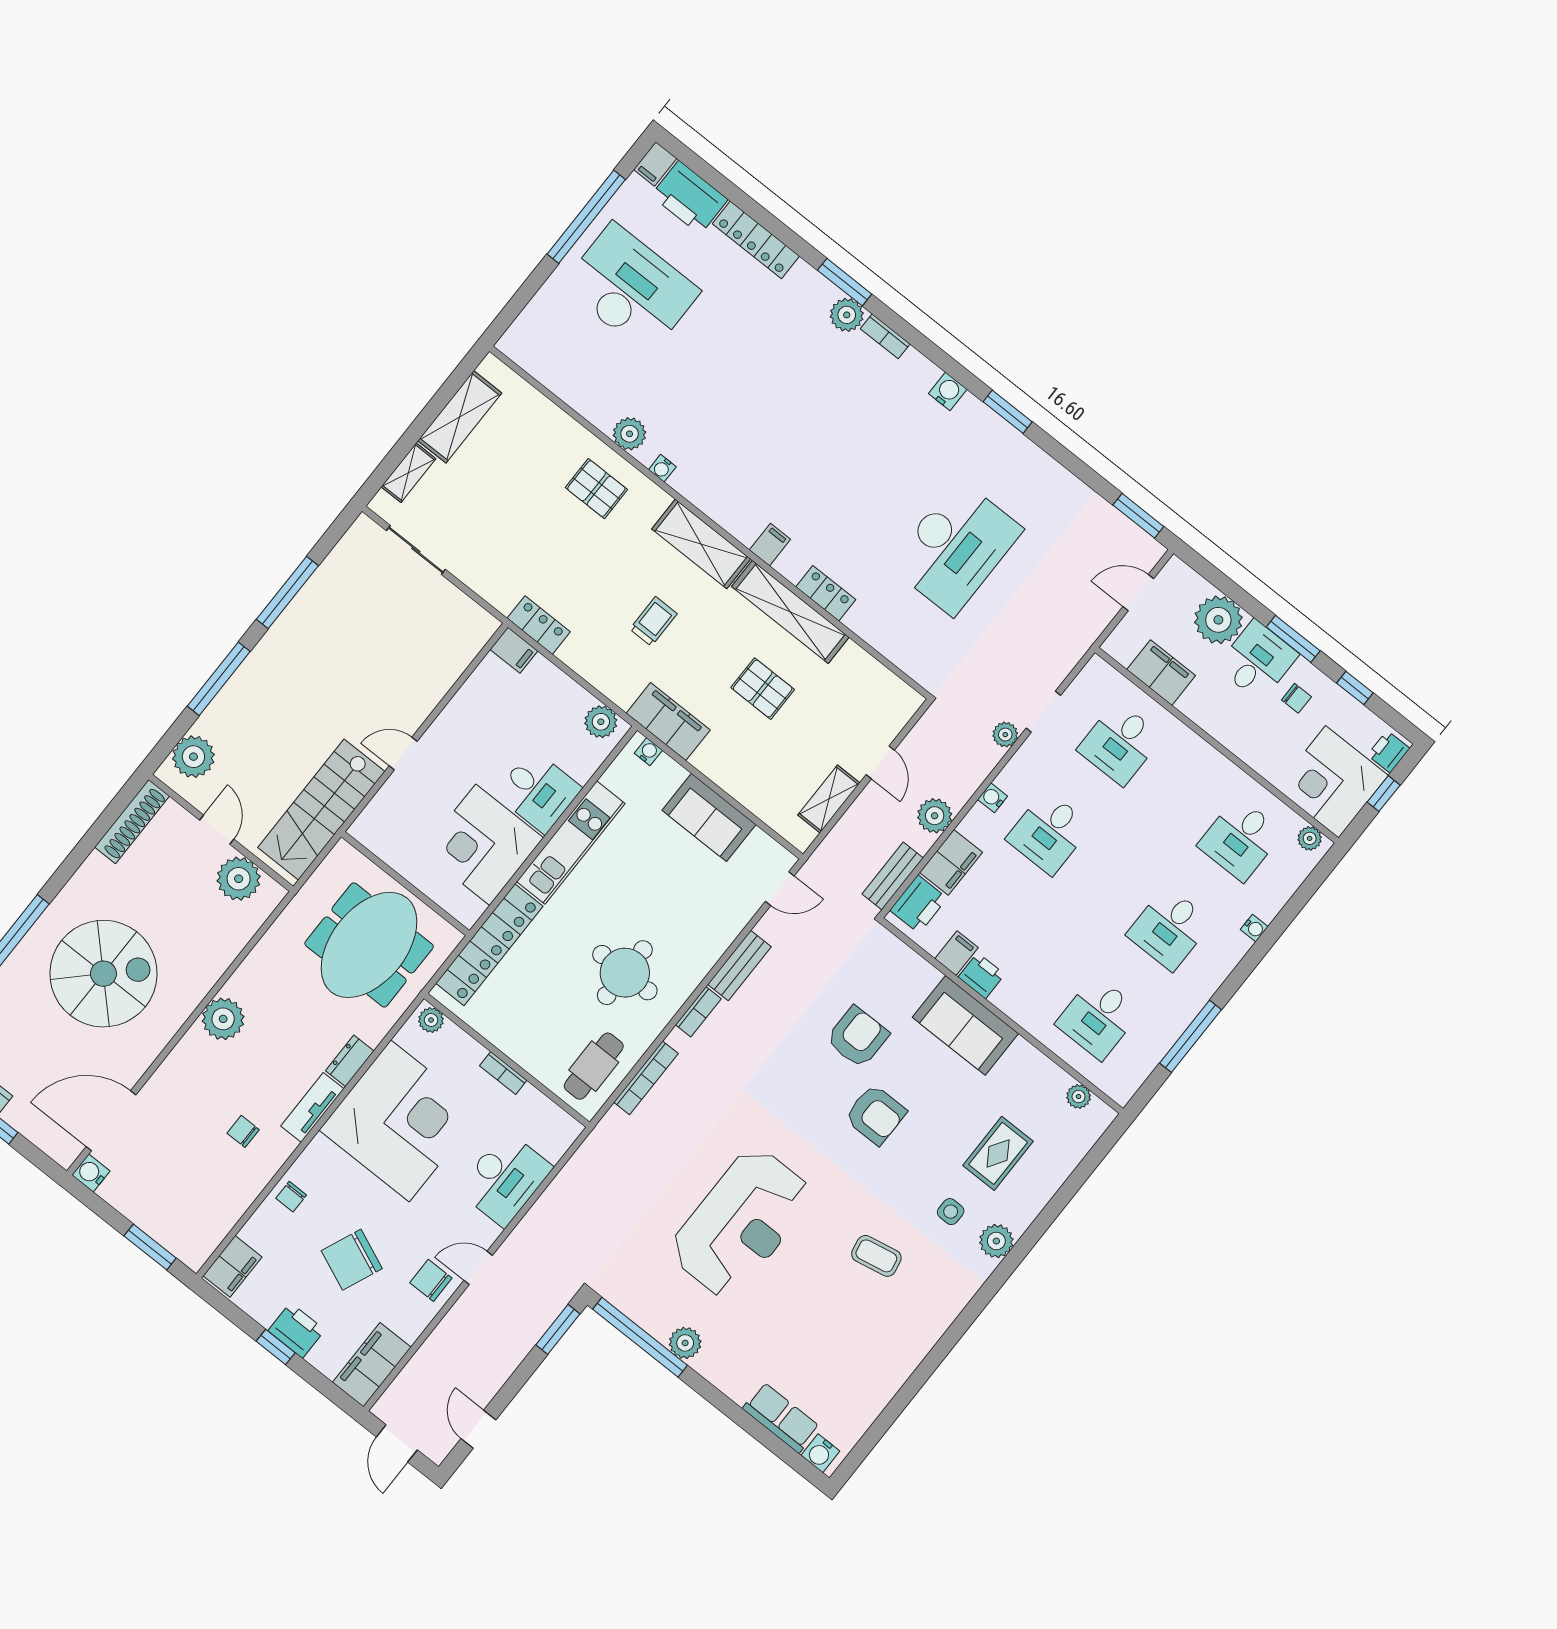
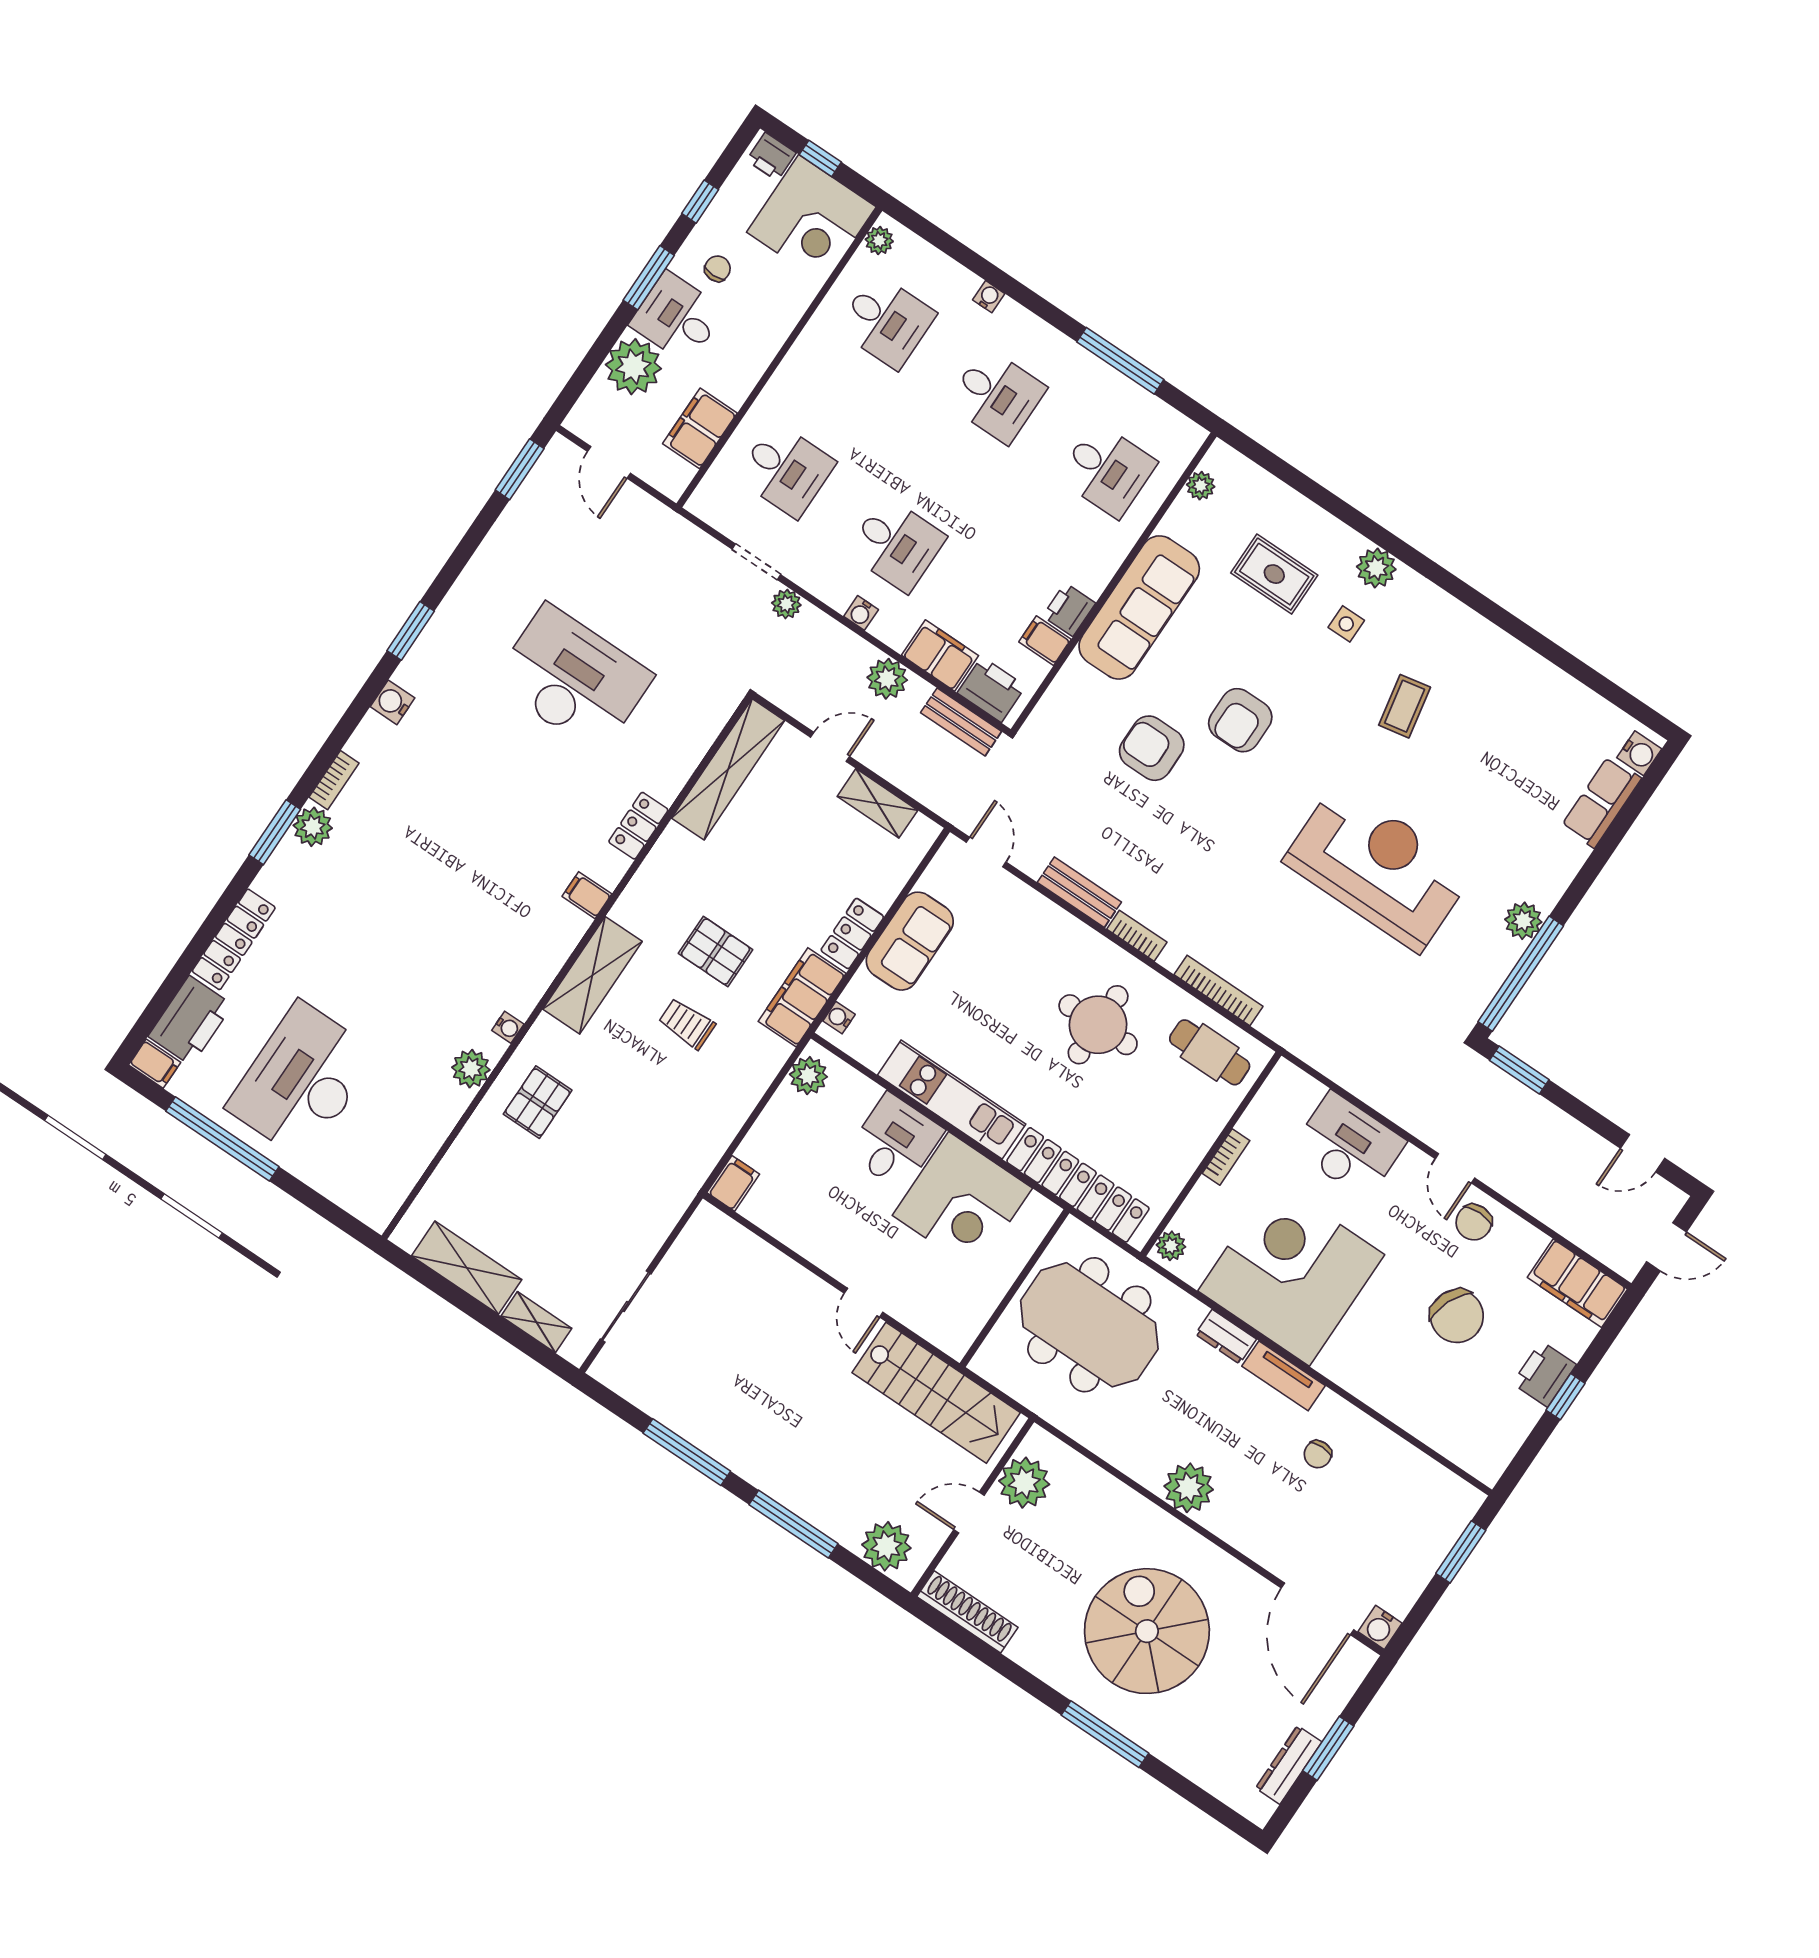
shelving: (790, 612) -> (728, 769), moved
locker: (539, 625) -> (852, 933), moved
pallet: (763, 689) -> (716, 952), moved, turned 90
sofa: (965, 1025) -> (1139, 607), width x1.36
armchair: (875, 1115) -> (1240, 720), turned 180
chair: (291, 1197) -> (1389, 1392), removed
filing cabinet: (232, 1266) -> (1476, 1454), removed

